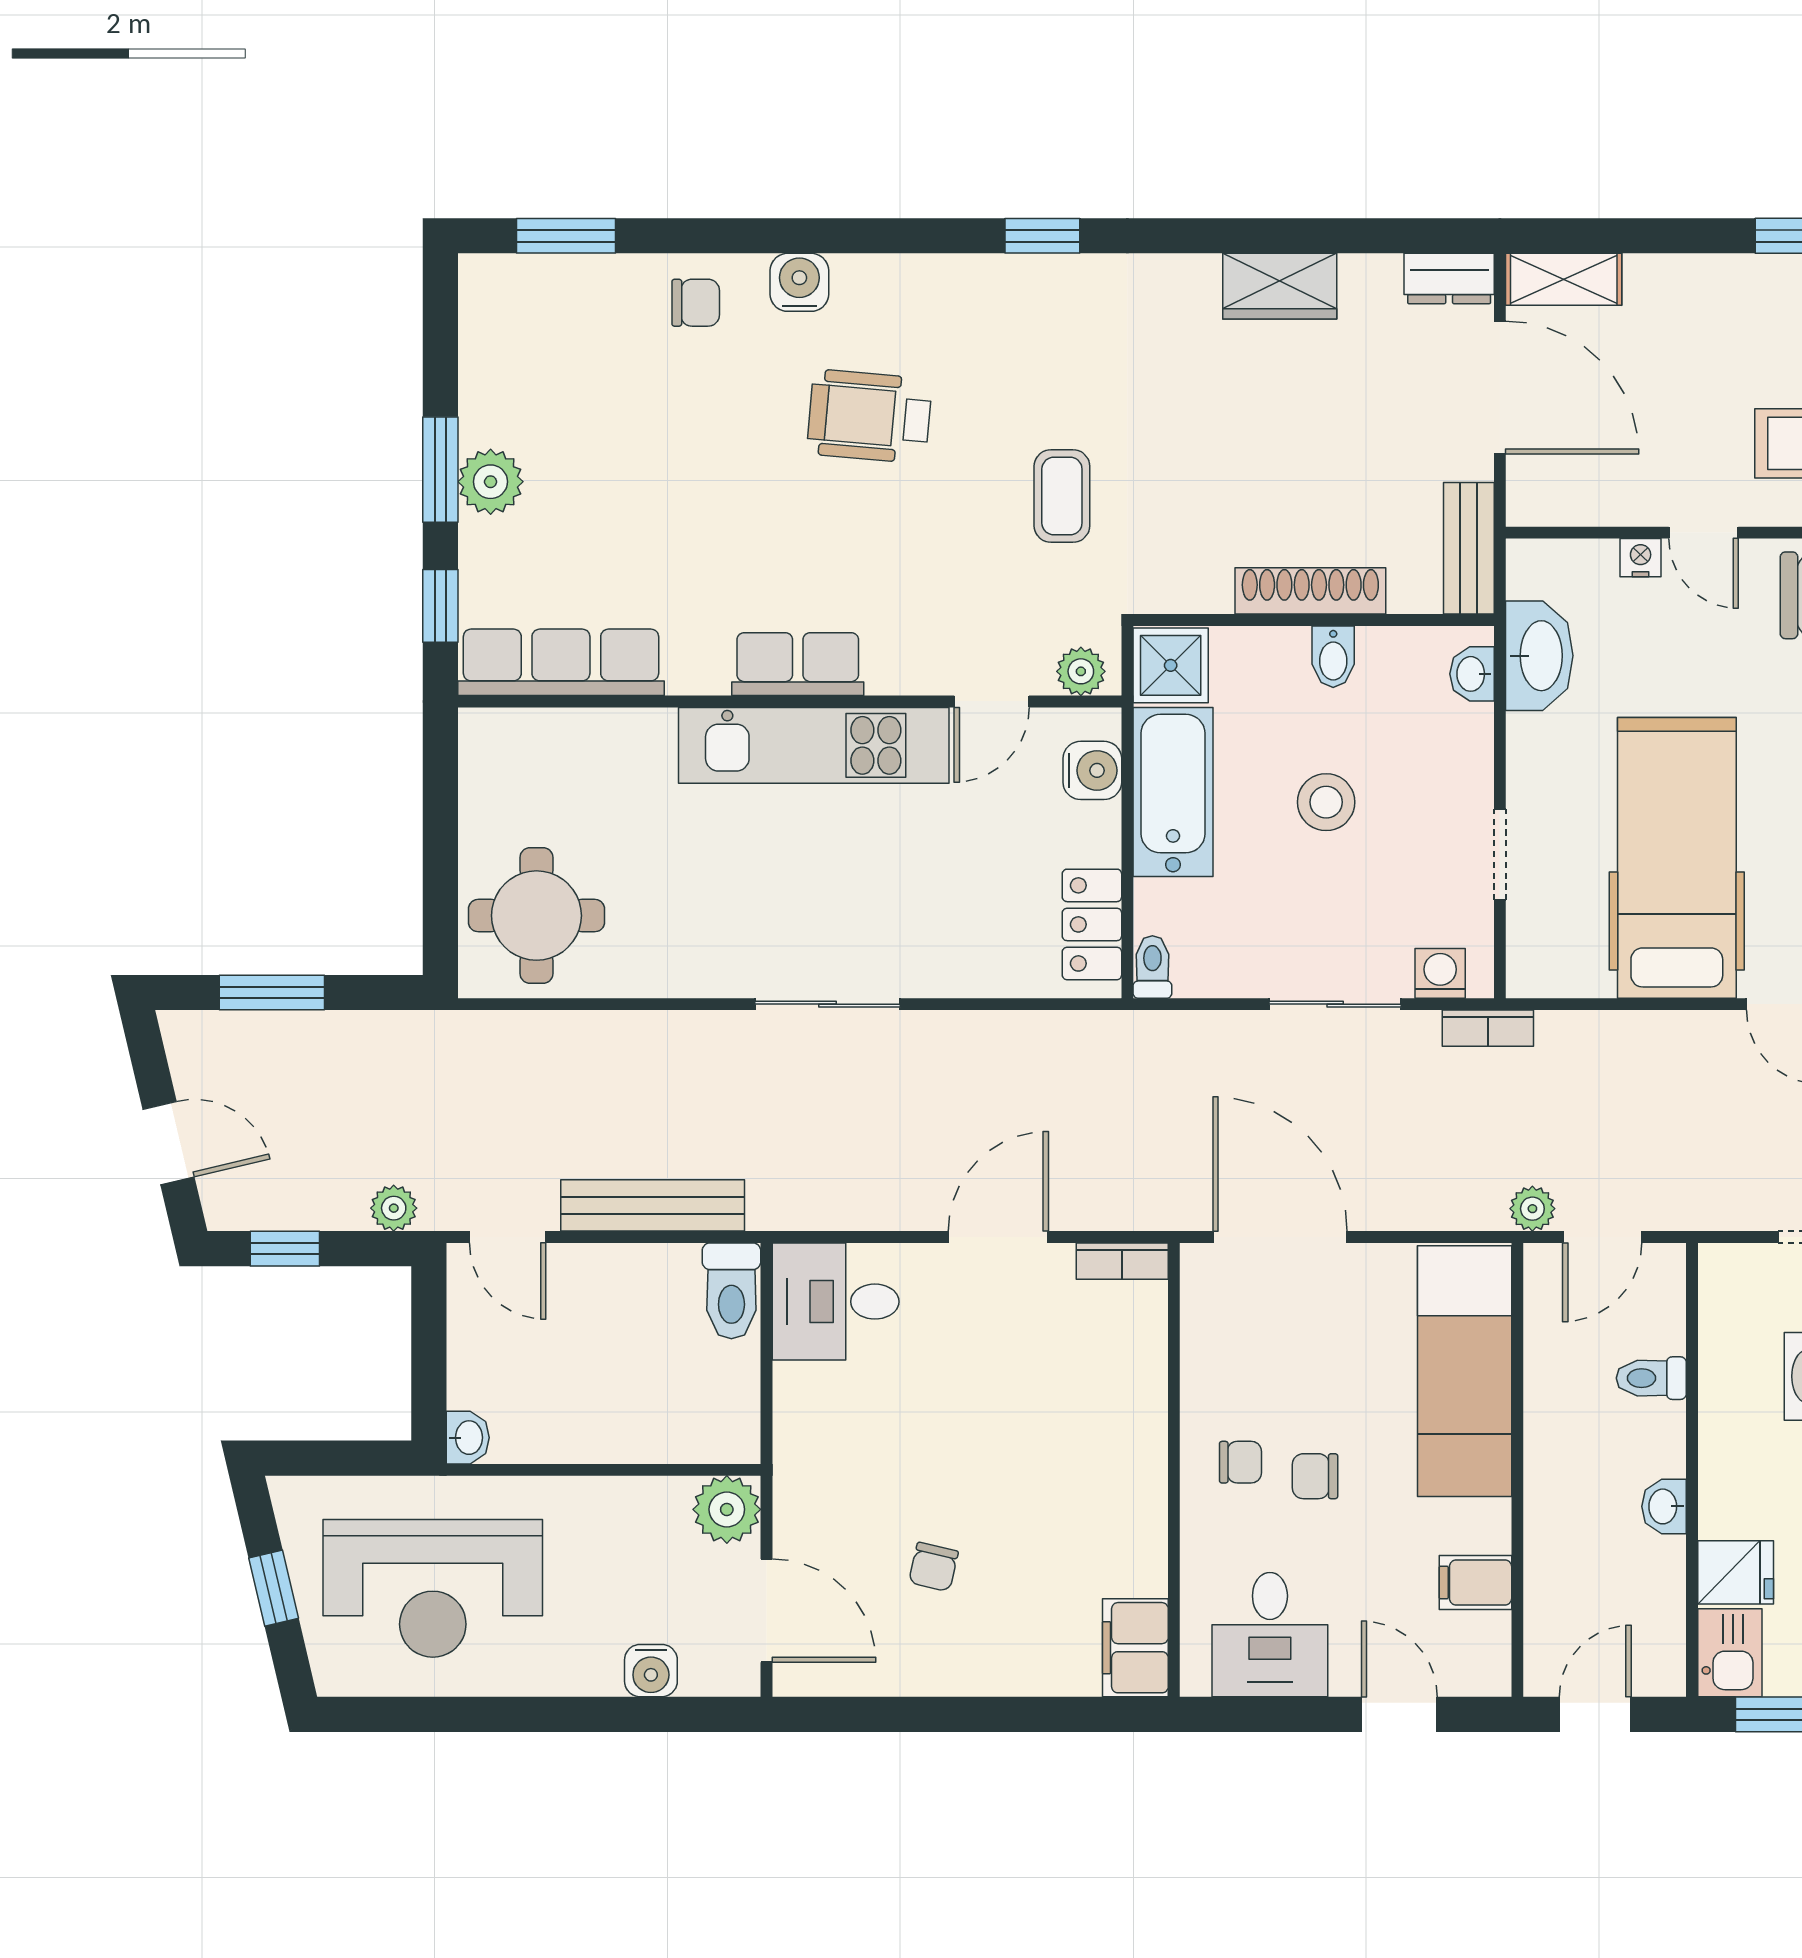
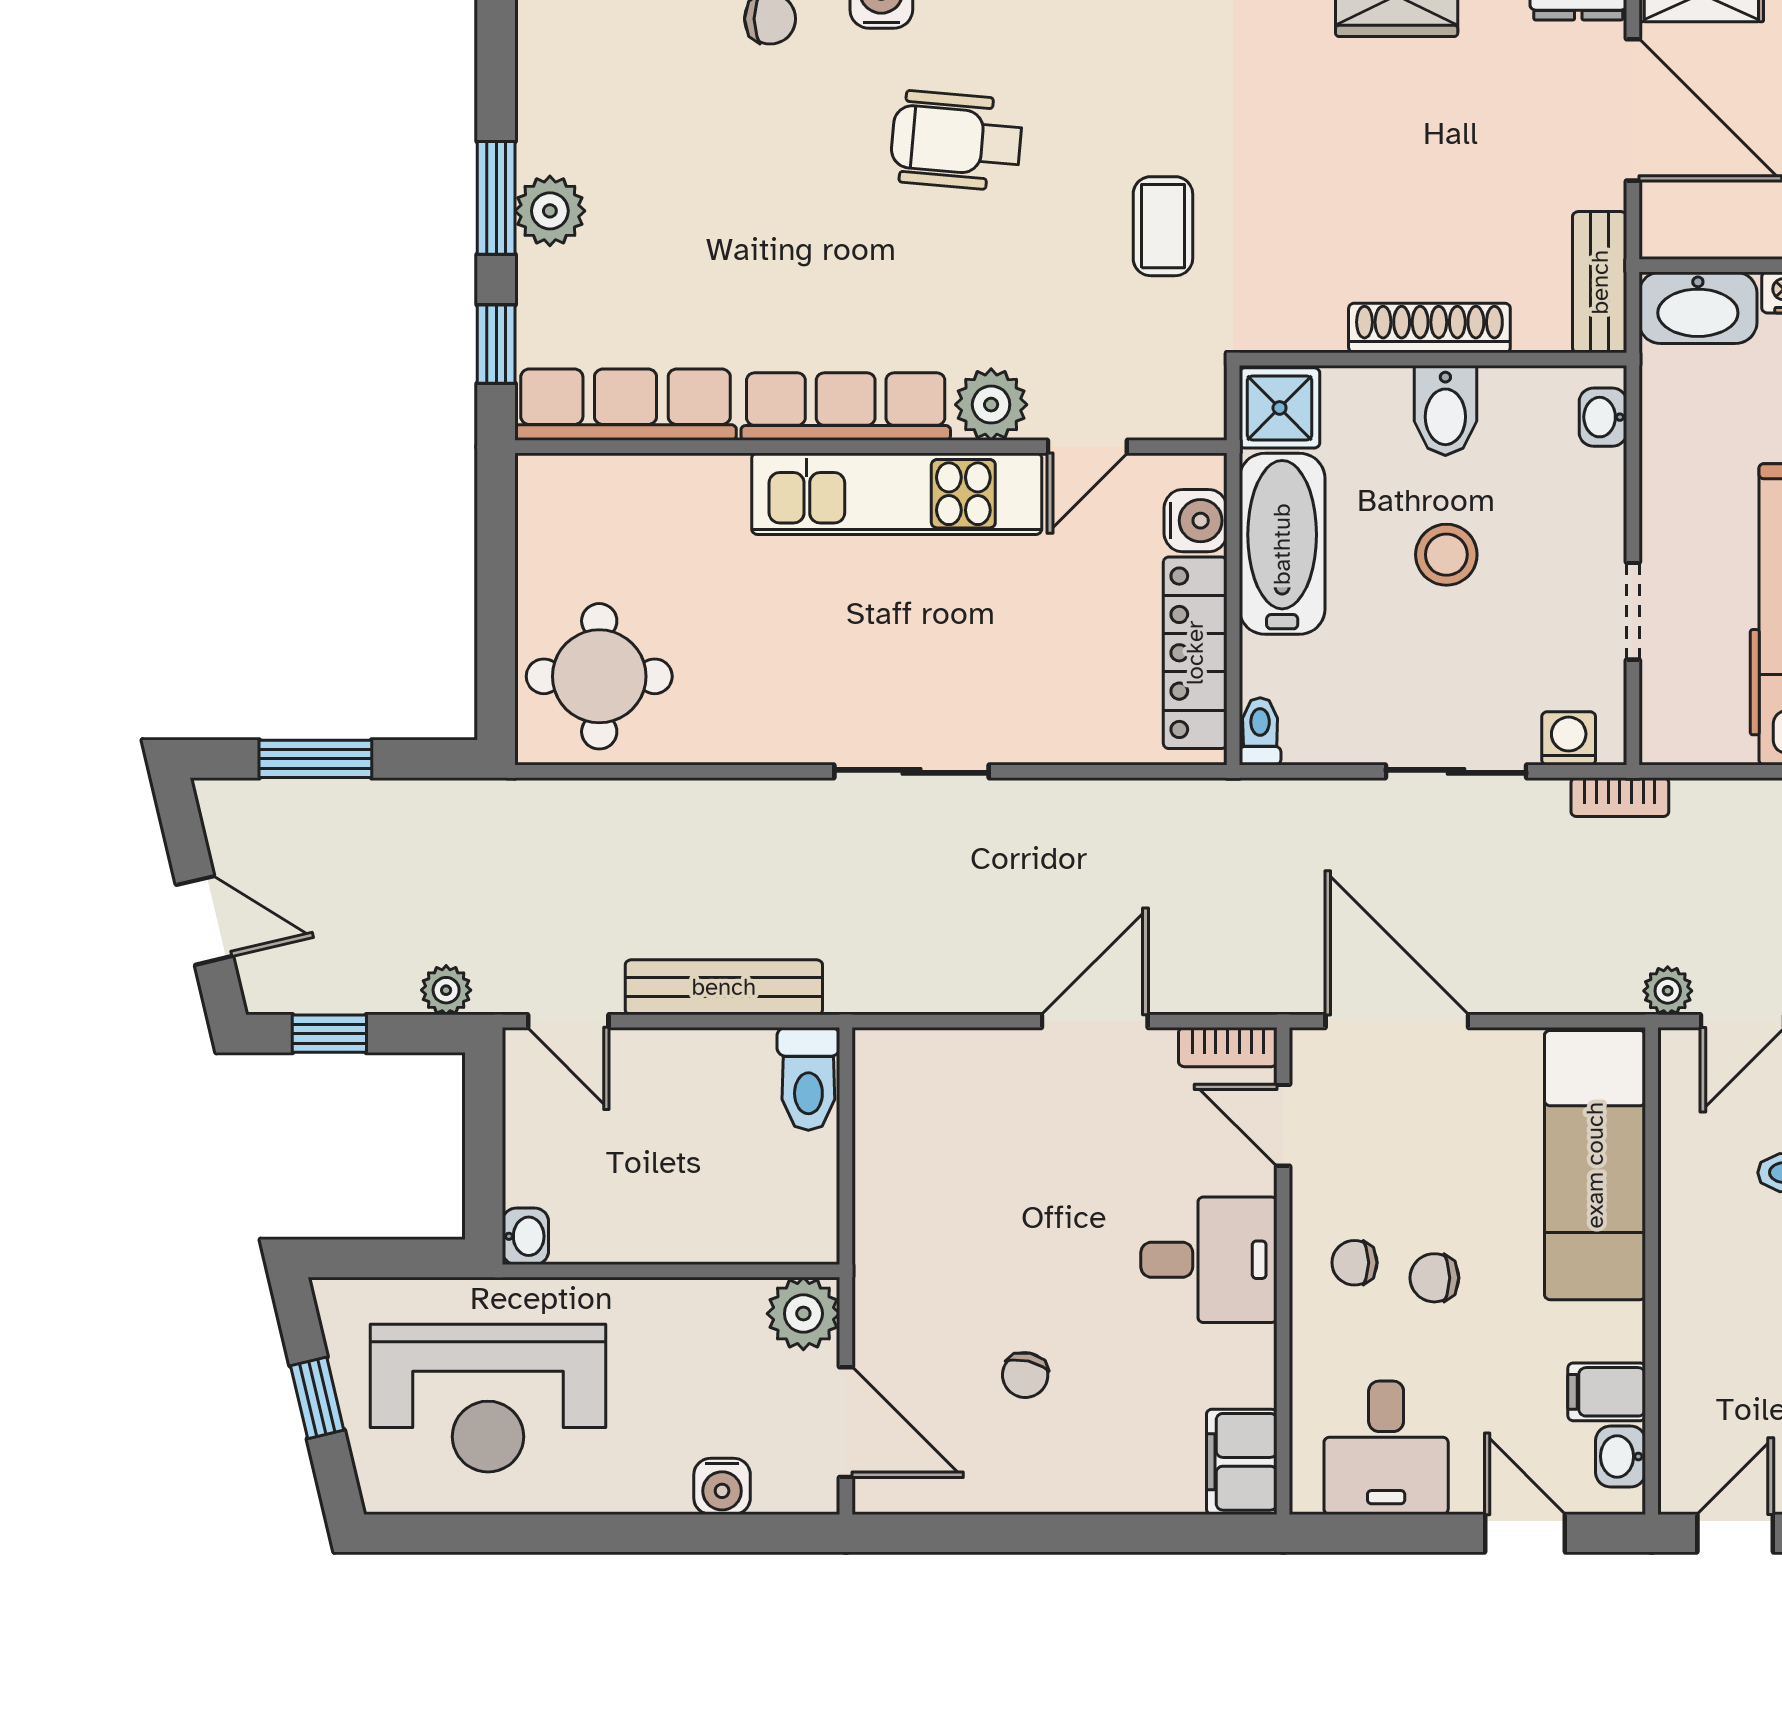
washbasin: (1539, 656) -> (1698, 308), moved, turned 90
bidet: (1333, 657) -> (1445, 411), width x1.38, depth x1.36
row of seats: (798, 664) -> (846, 407), width x1.48
plant: (1081, 671) -> (991, 405), moved, width x1.38, depth x1.38
locker: (1092, 924) -> (1195, 653), width x1.53
desk: (836, 1302) -> (1209, 1260), moved, turned 180
door: (1174, 1334) -> (1283, 1125), added
chair: (1240, 1462) -> (1354, 1263), turned 180
washbasin: (1488, 1643) -> (1621, 1456), added

